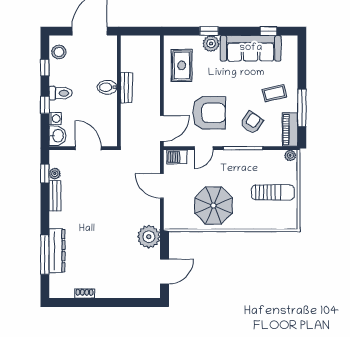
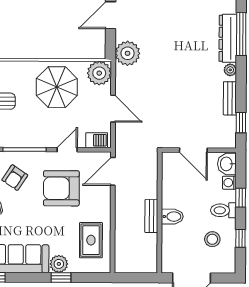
stool: (59, 52) -> (212, 239), moved
plant: (55, 174) -> (230, 70), moved
plant: (175, 218) -> (99, 73), added

